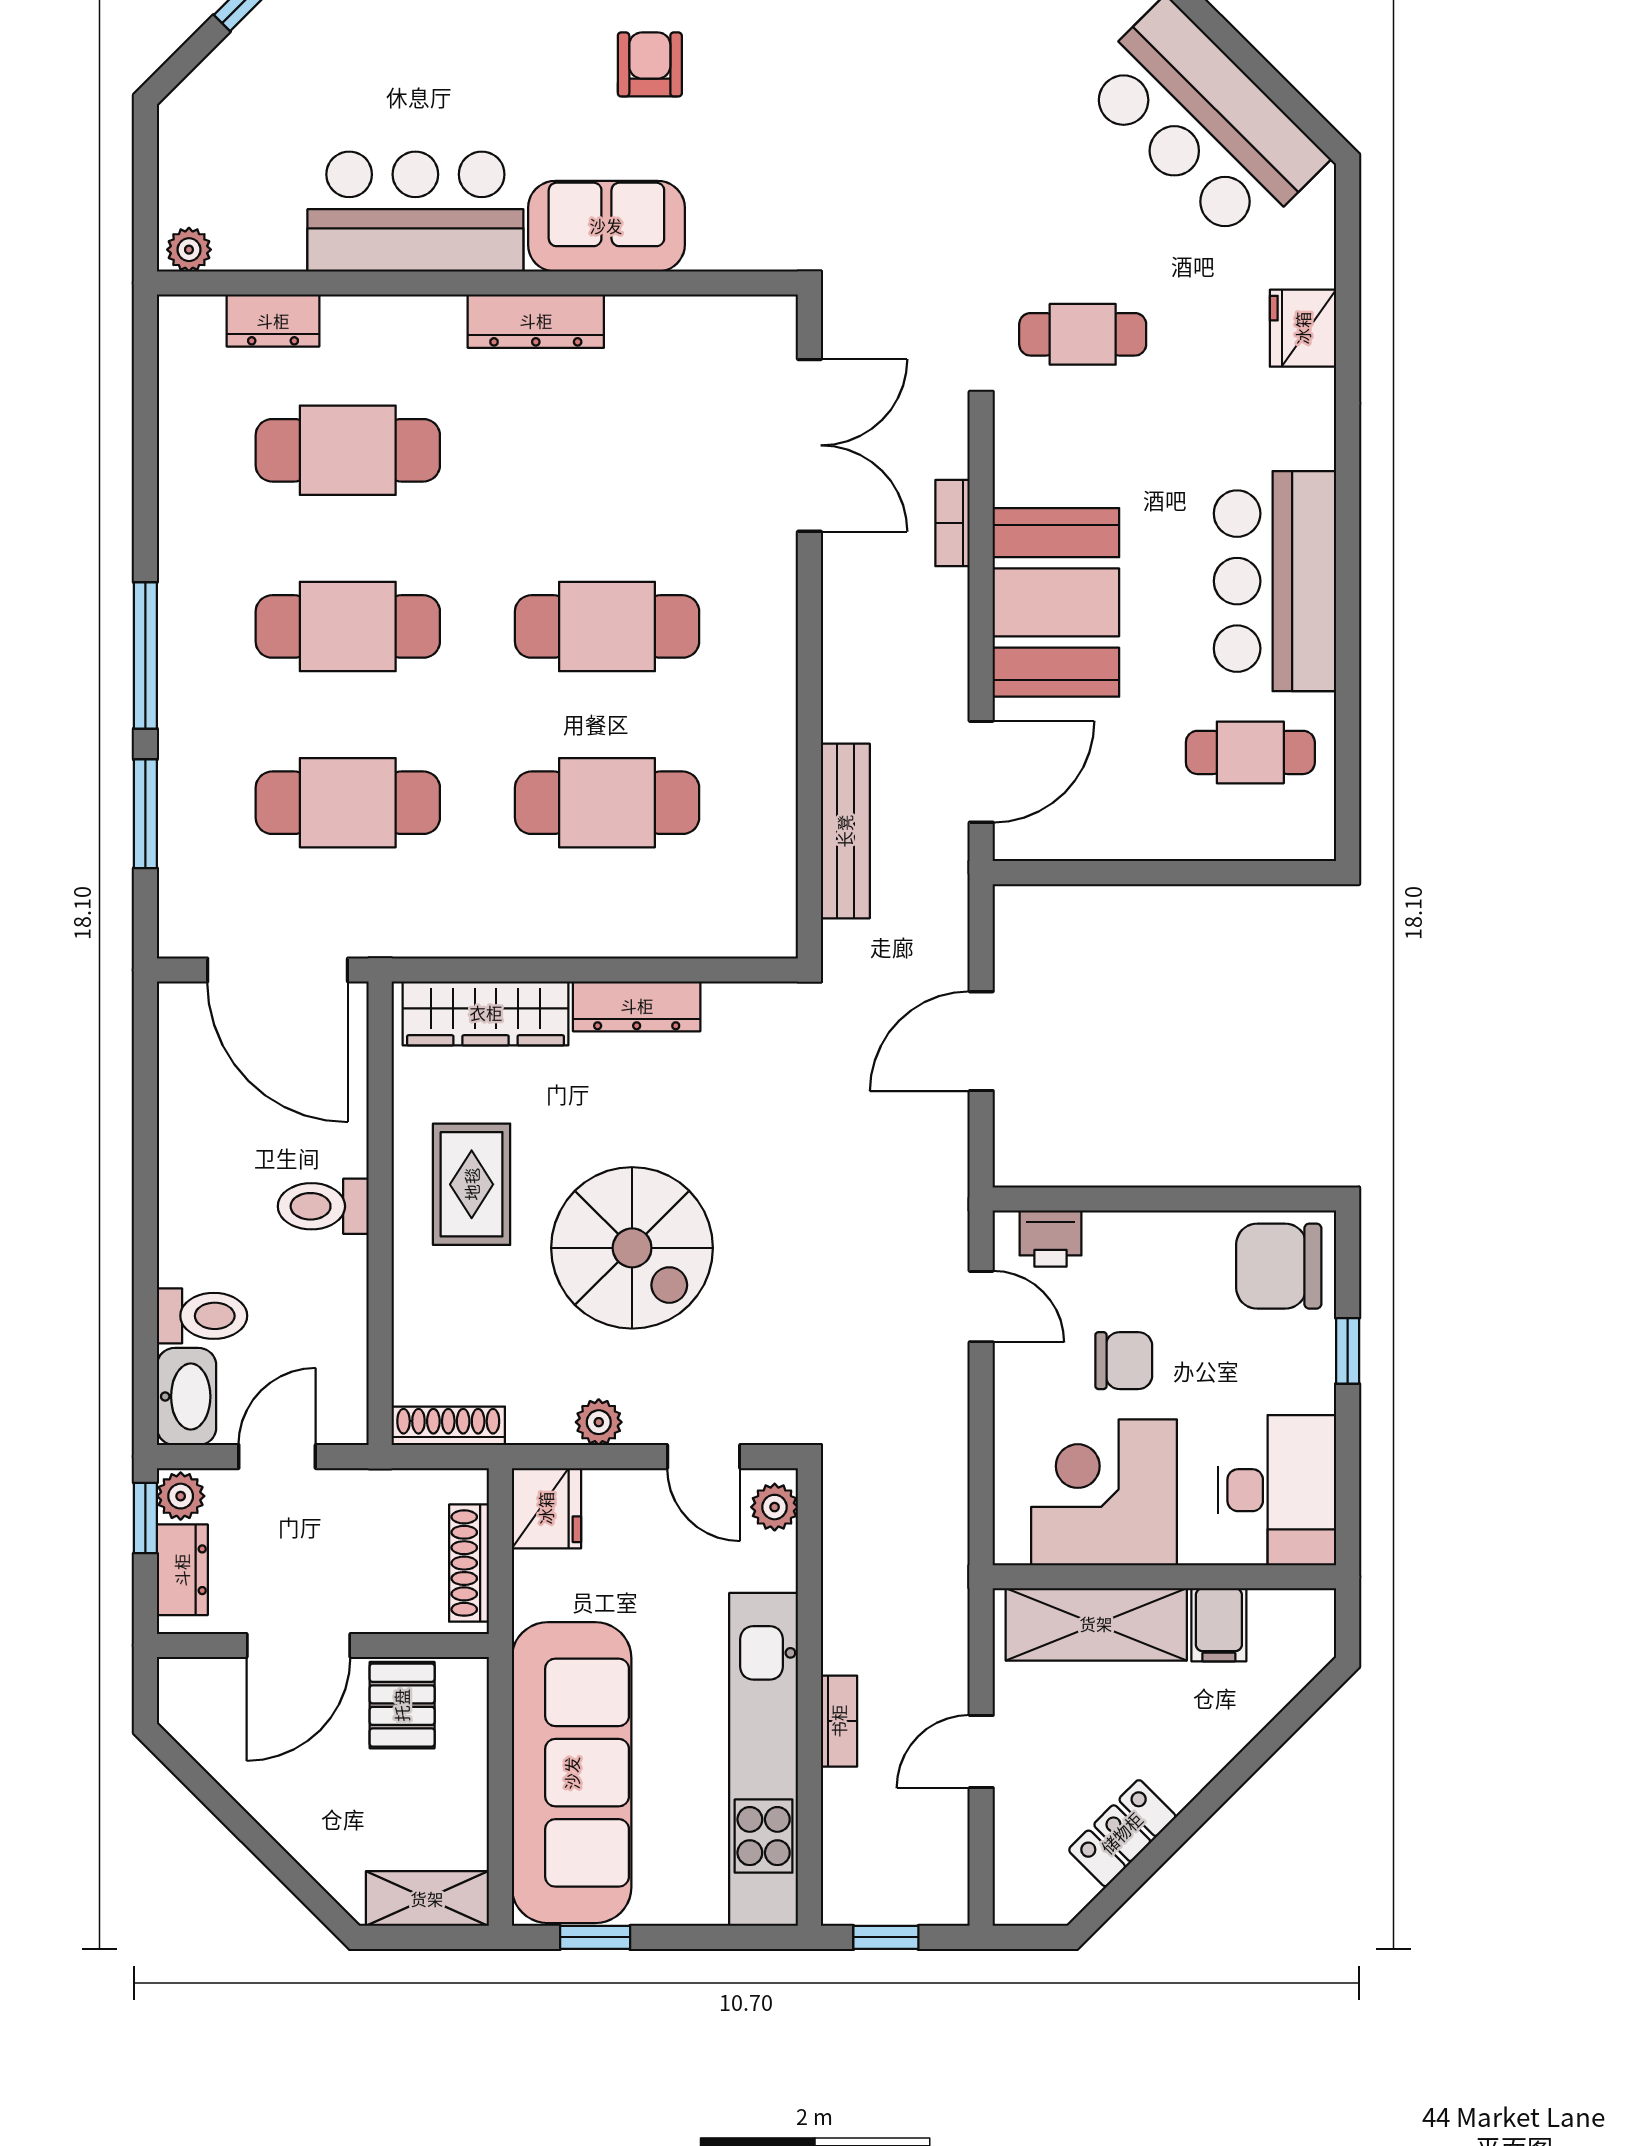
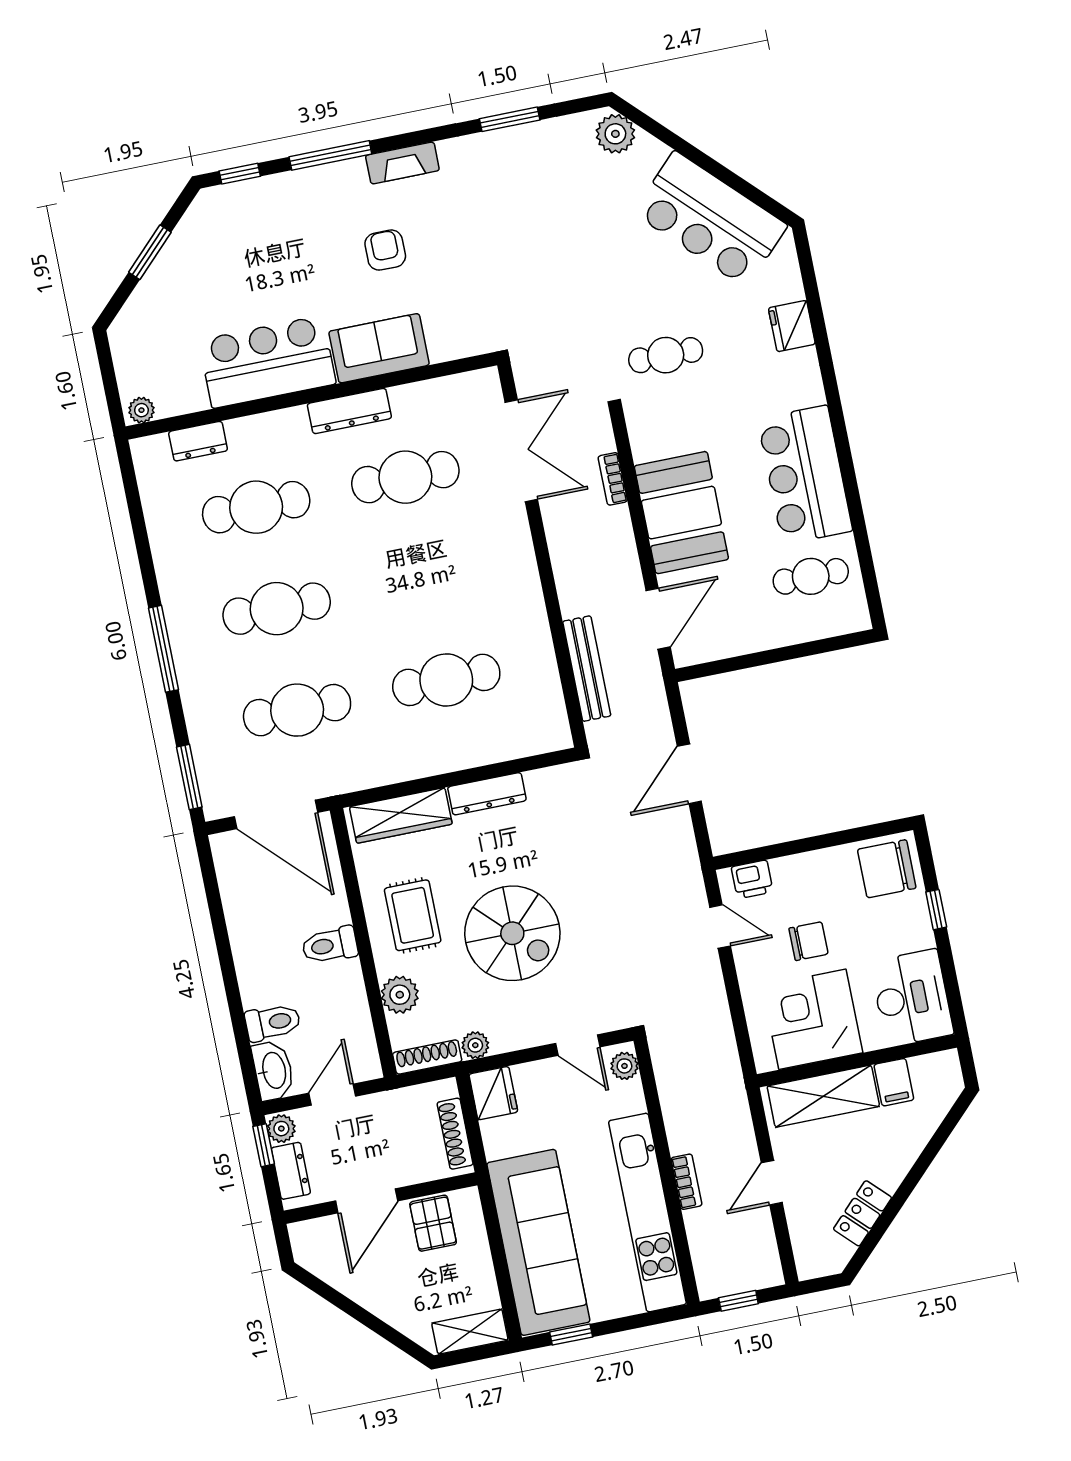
cafe table: (607, 626) -> (405, 477), moved
window: (145, 814) -> (189, 777), moved
plant: (423, 1312) -> (400, 995), added
plant: (599, 1422) -> (475, 1045), moved

